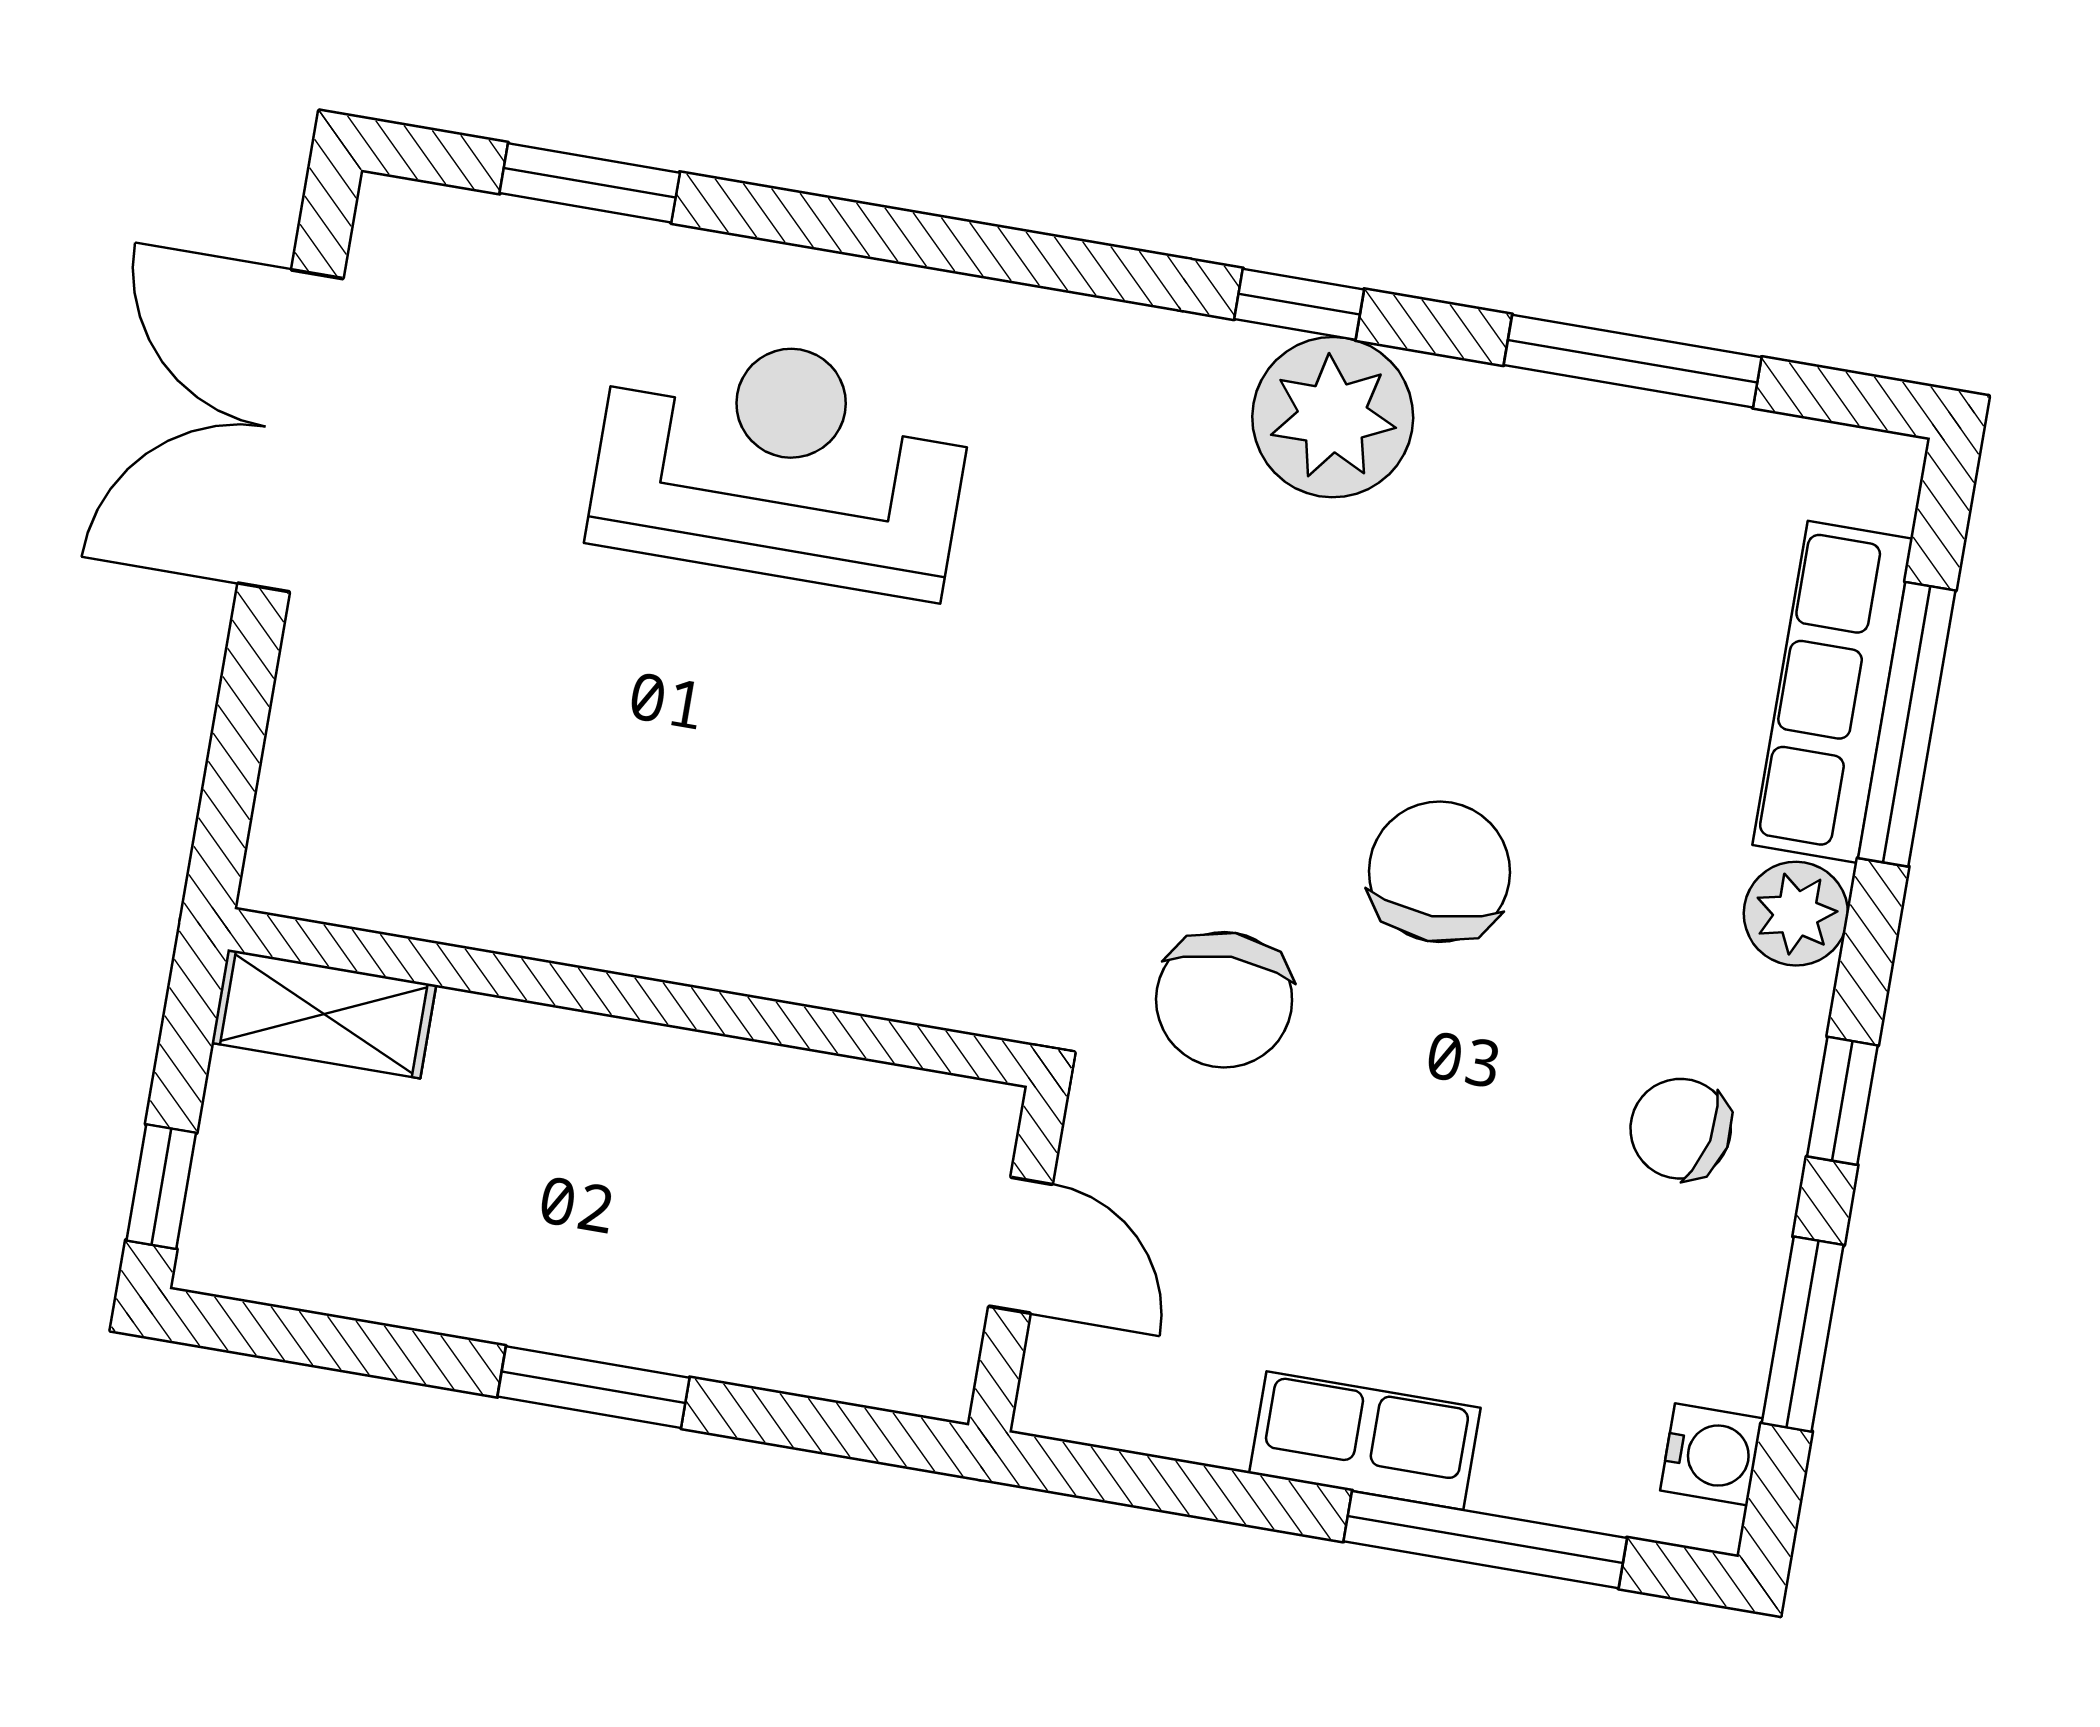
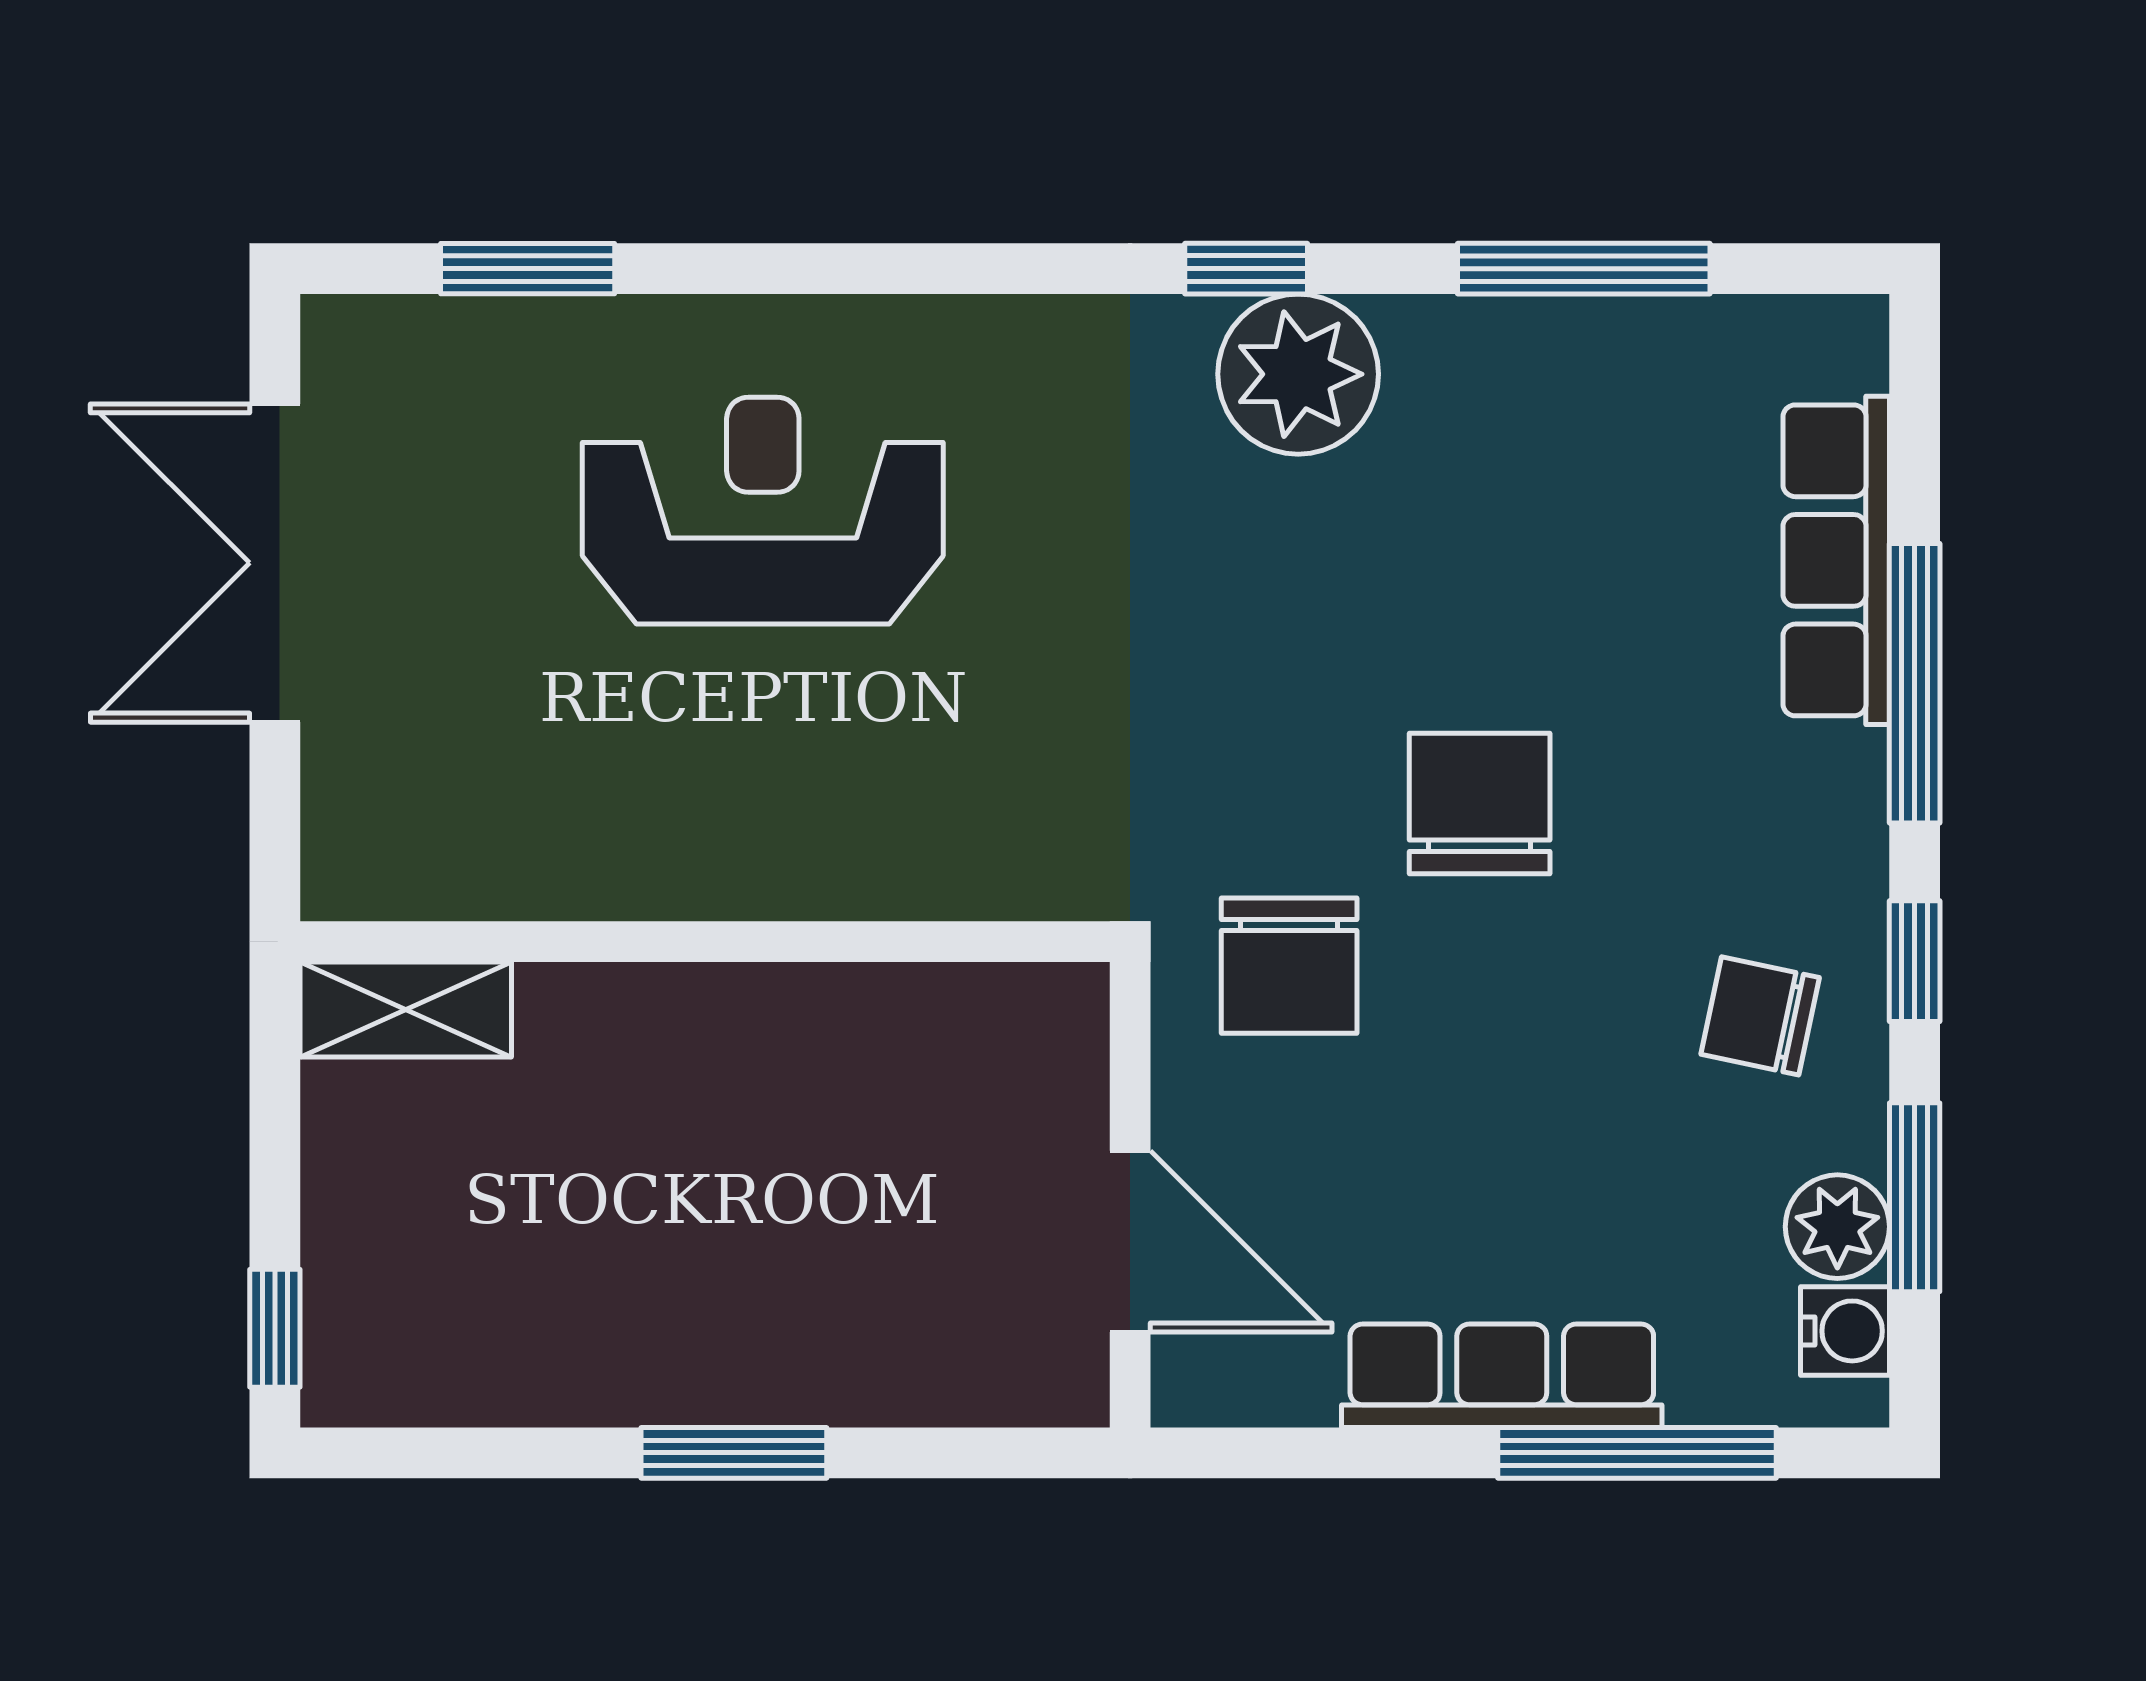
window: (1907, 724) -> (1915, 683), moved
plant: (1796, 914) -> (1837, 1227), moved
wall: (631, 997) -> (705, 942), moved
shelving: (324, 1014) -> (406, 1010), moved
door: (1021, 1245) -> (1130, 1241), width x1.38
row of seats: (1365, 1441) -> (1502, 1376), width x1.48

